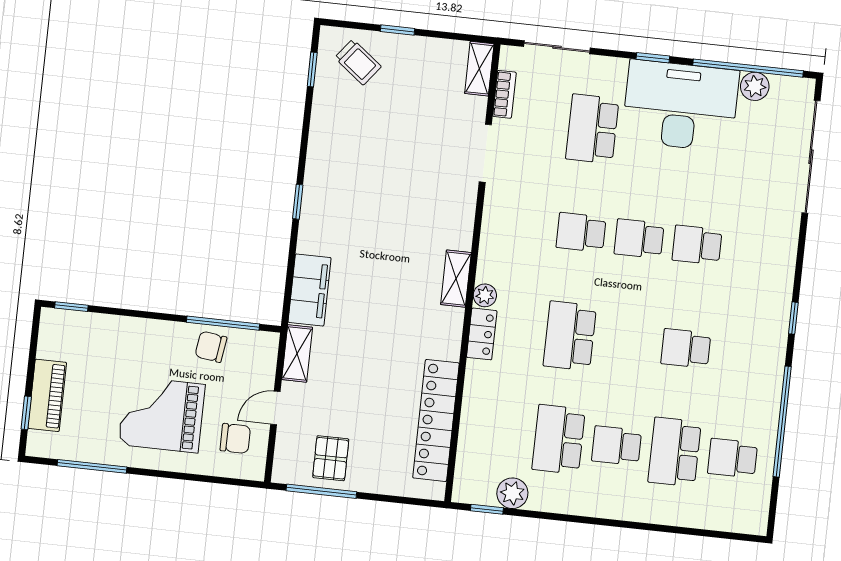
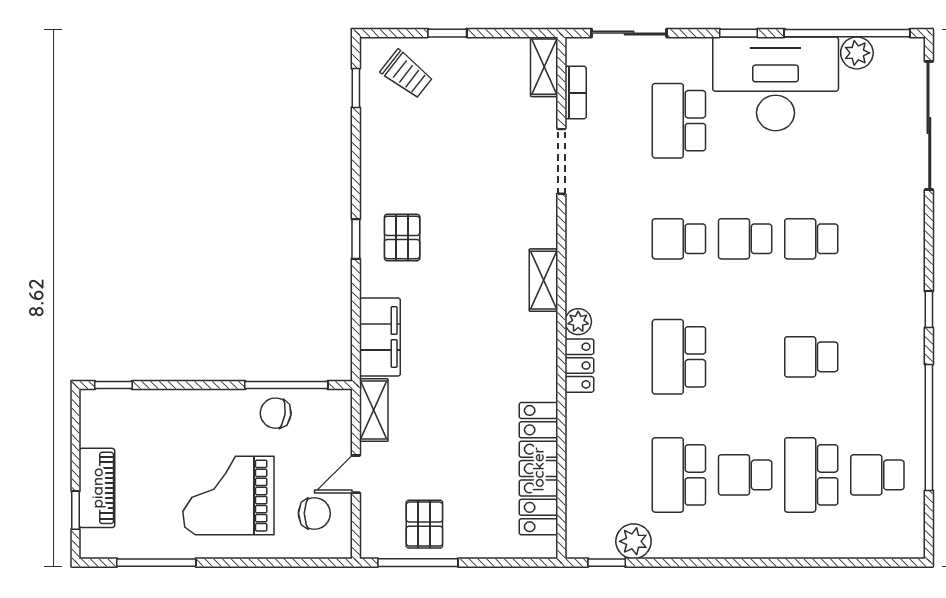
pallet: (338, 205) -> (402, 237), added
shelving: (456, 279) -> (544, 280), moved

